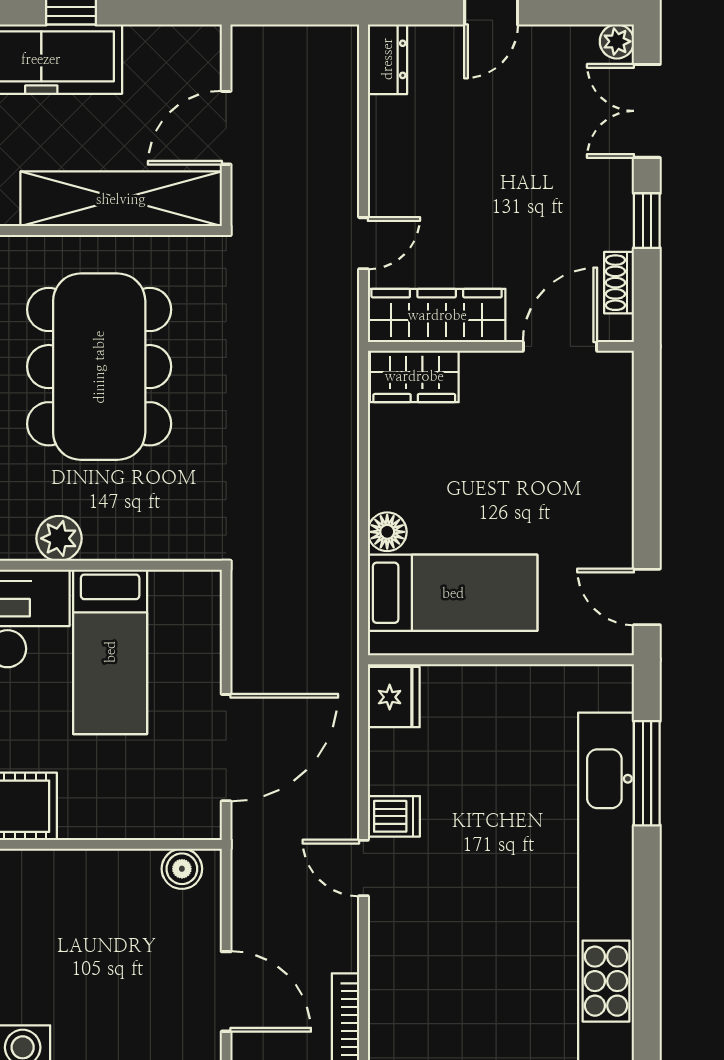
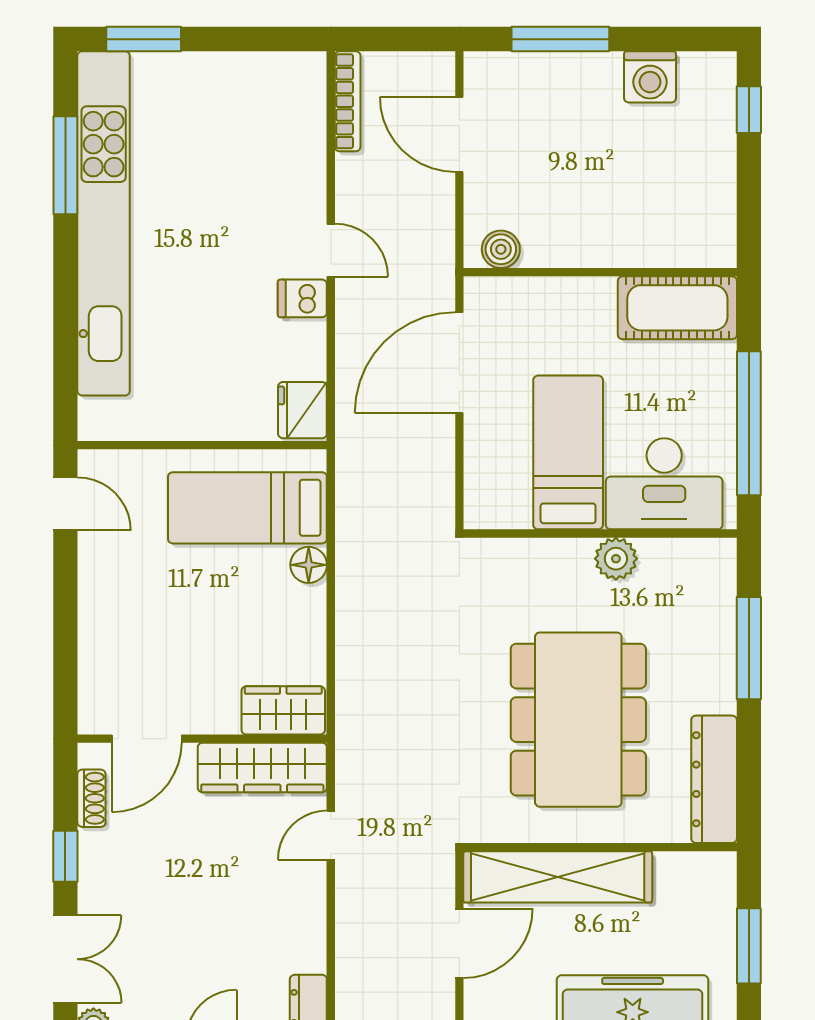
window: (647, 773) -> (65, 165), moved

